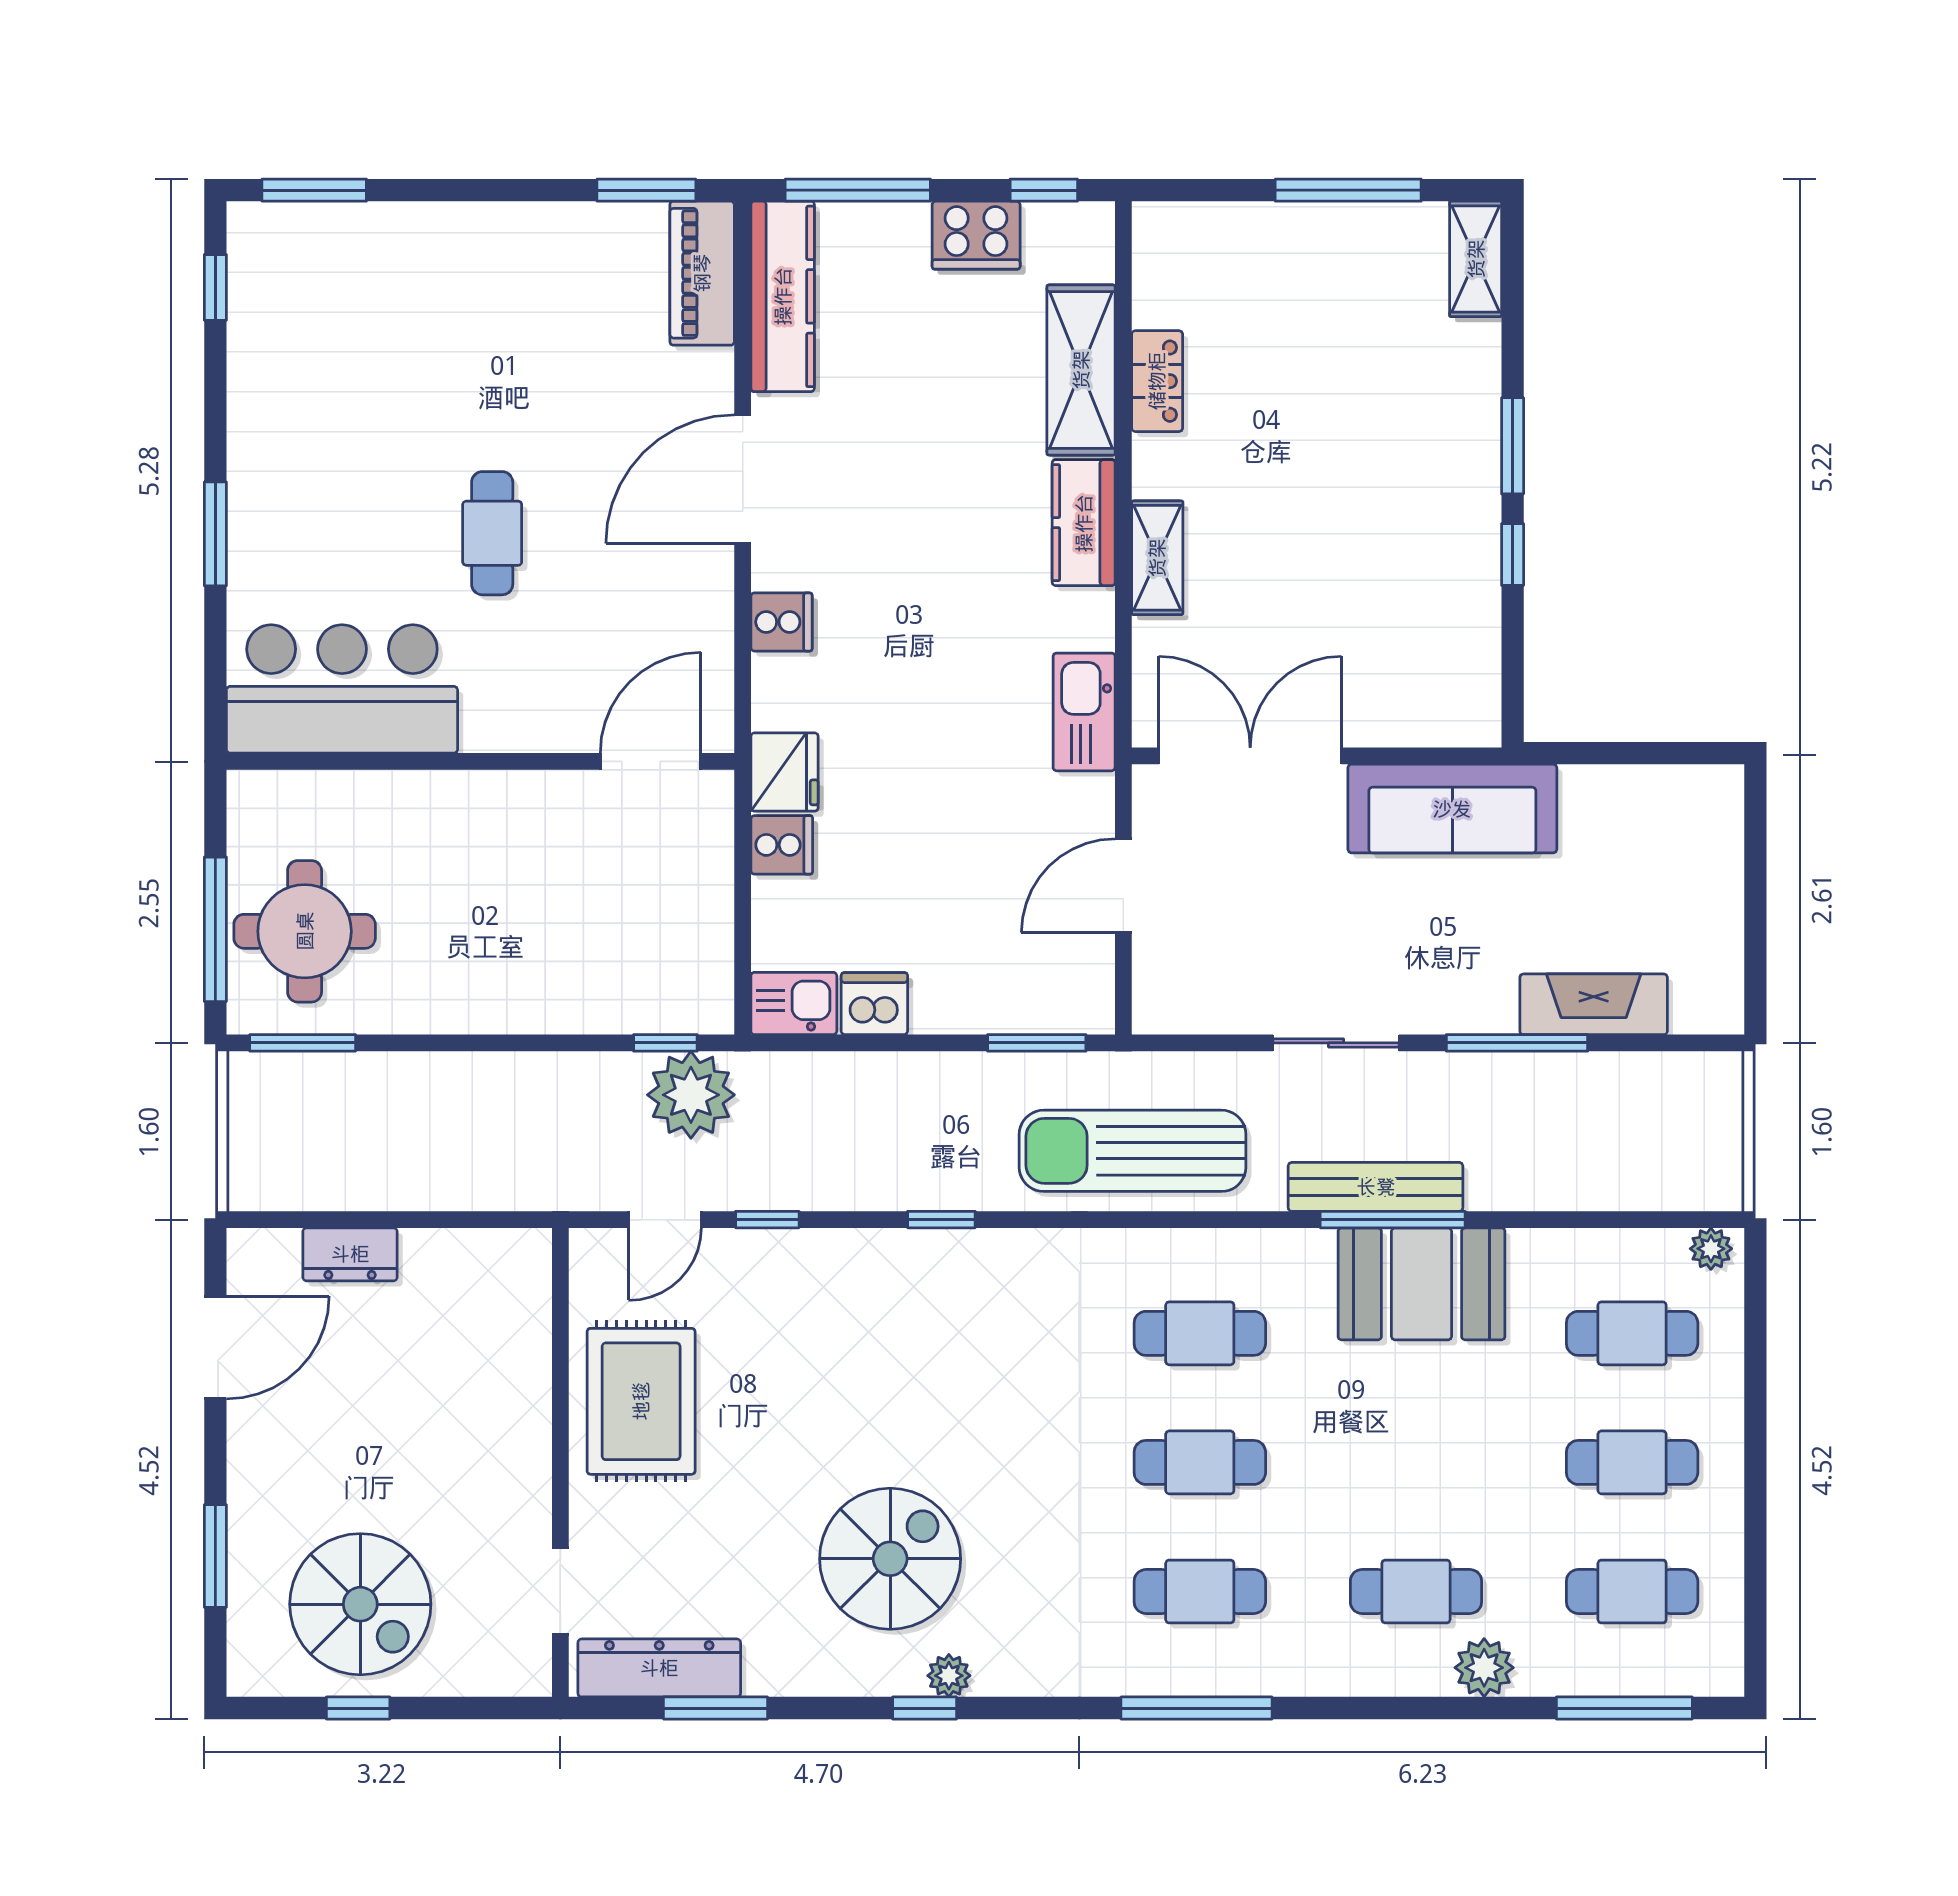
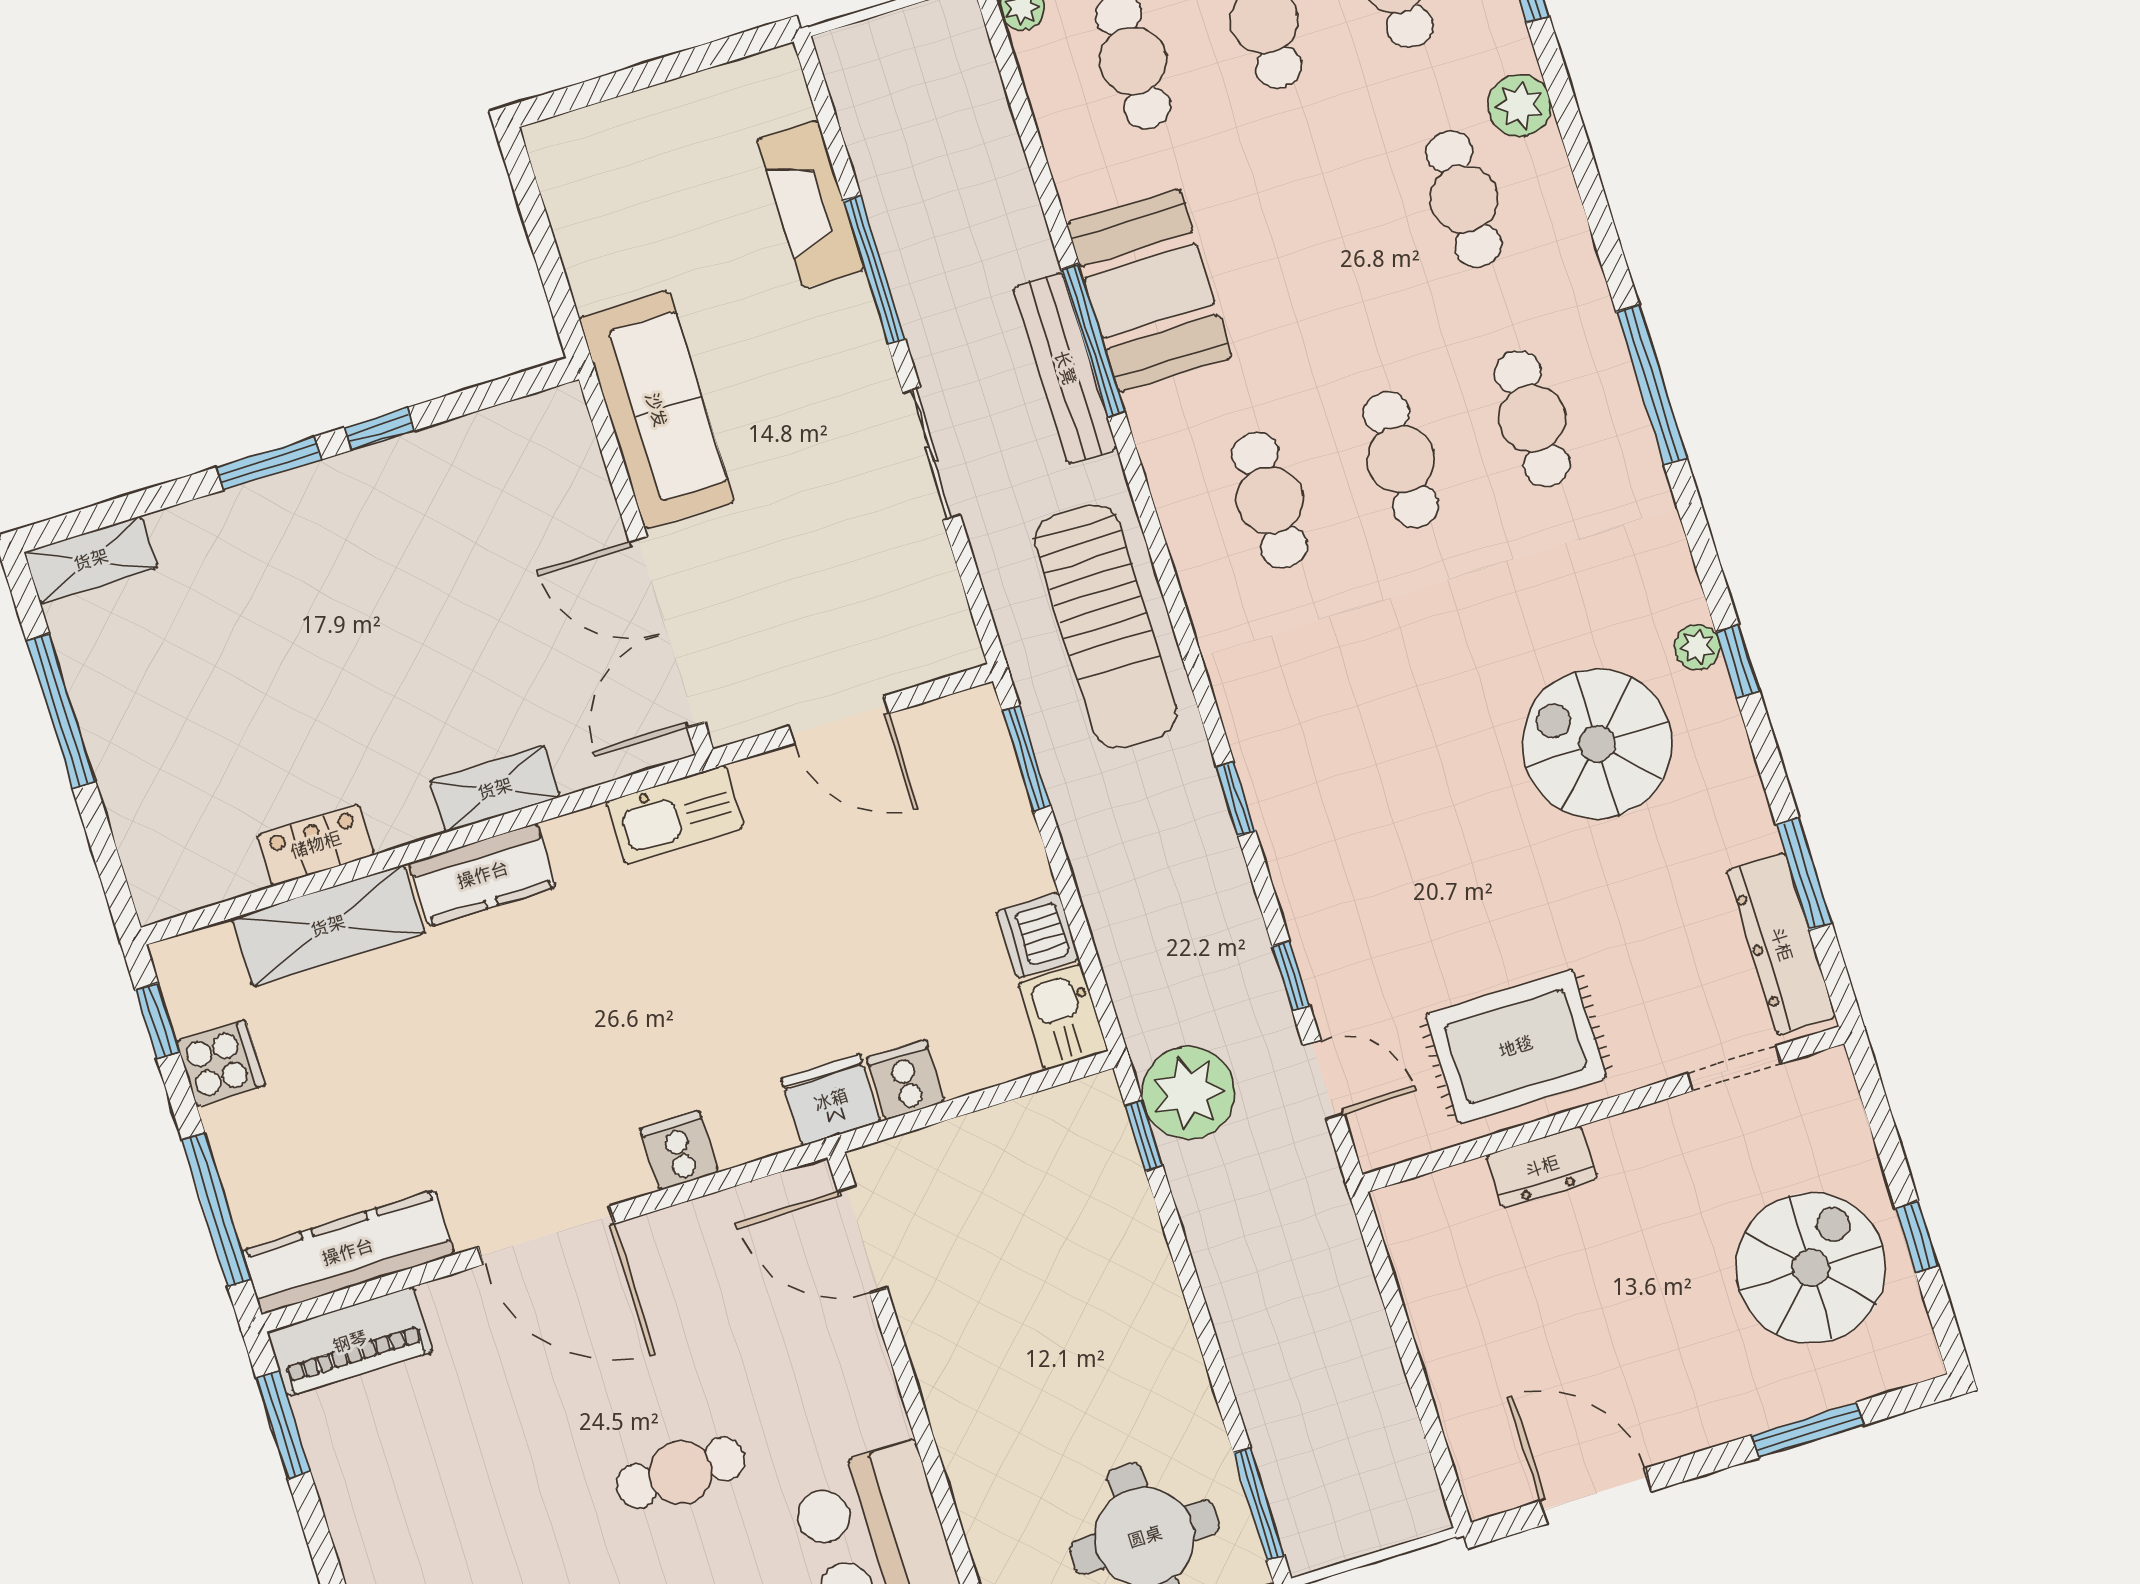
cooker: (976, 235) -> (221, 1063), width x0.73
dresser: (350, 1254) -> (1542, 1167), moved, turned 90

